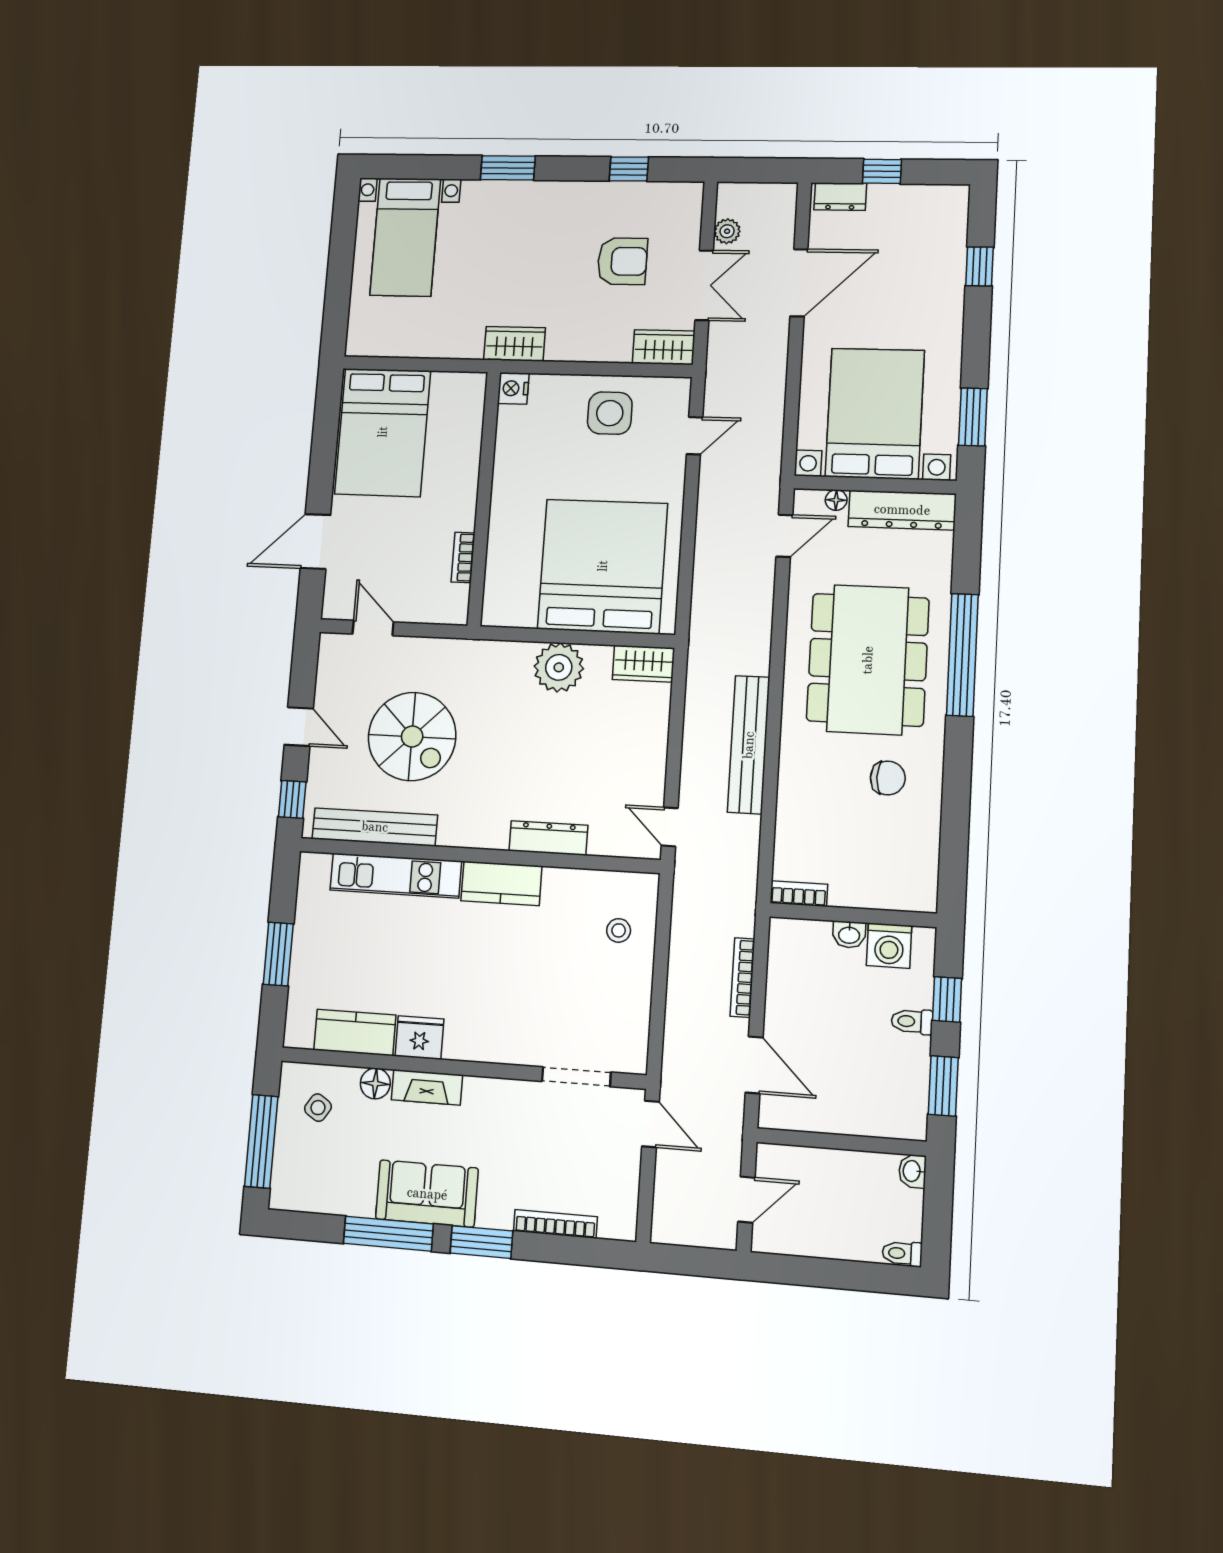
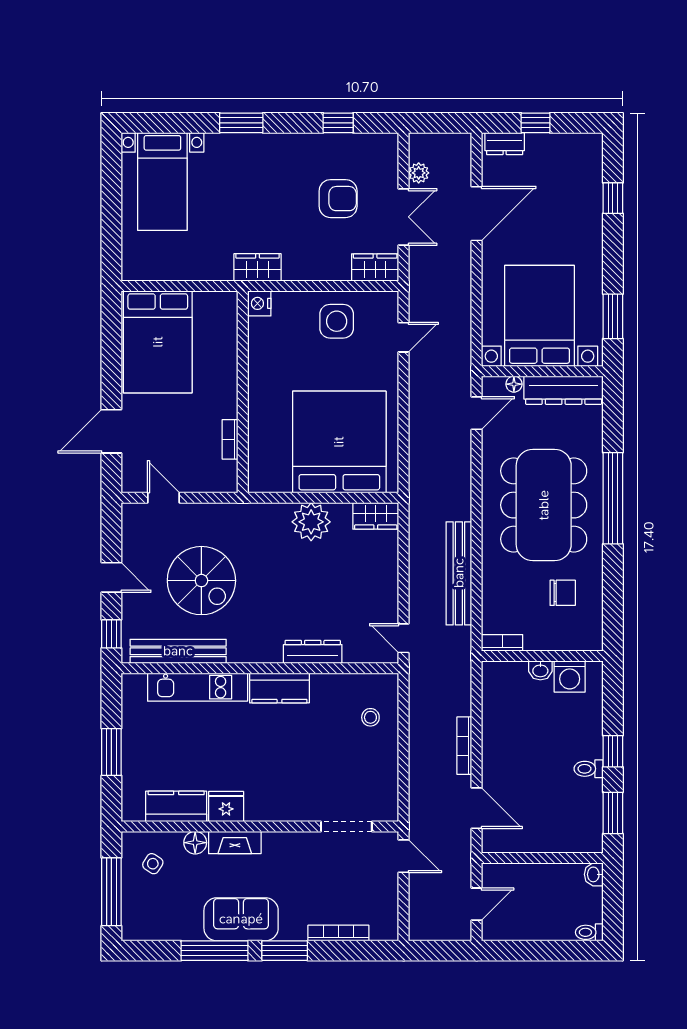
bookcase: (799, 894) -> (502, 643), moved
wall: (853, 915) -> (542, 656), moved
washbasin: (849, 935) -> (540, 670), moved
washing machine: (889, 946) -> (570, 676), moved

